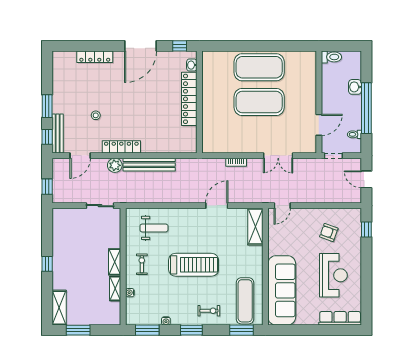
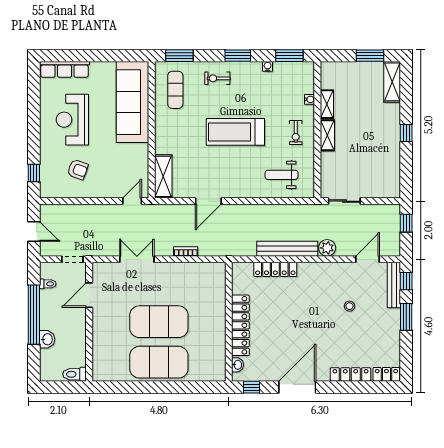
locker: (64, 57) -> (386, 374), added
locker: (121, 147) -> (275, 269), moved
exercise mat: (245, 301) -> (175, 90), width x0.73, depth x0.69

